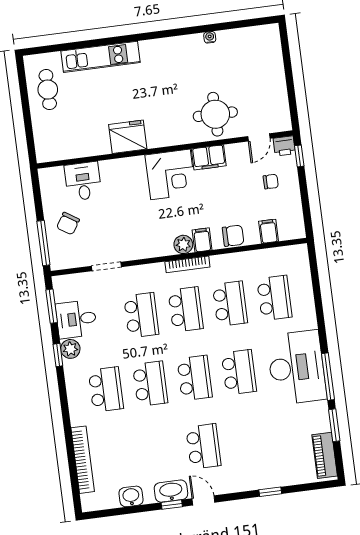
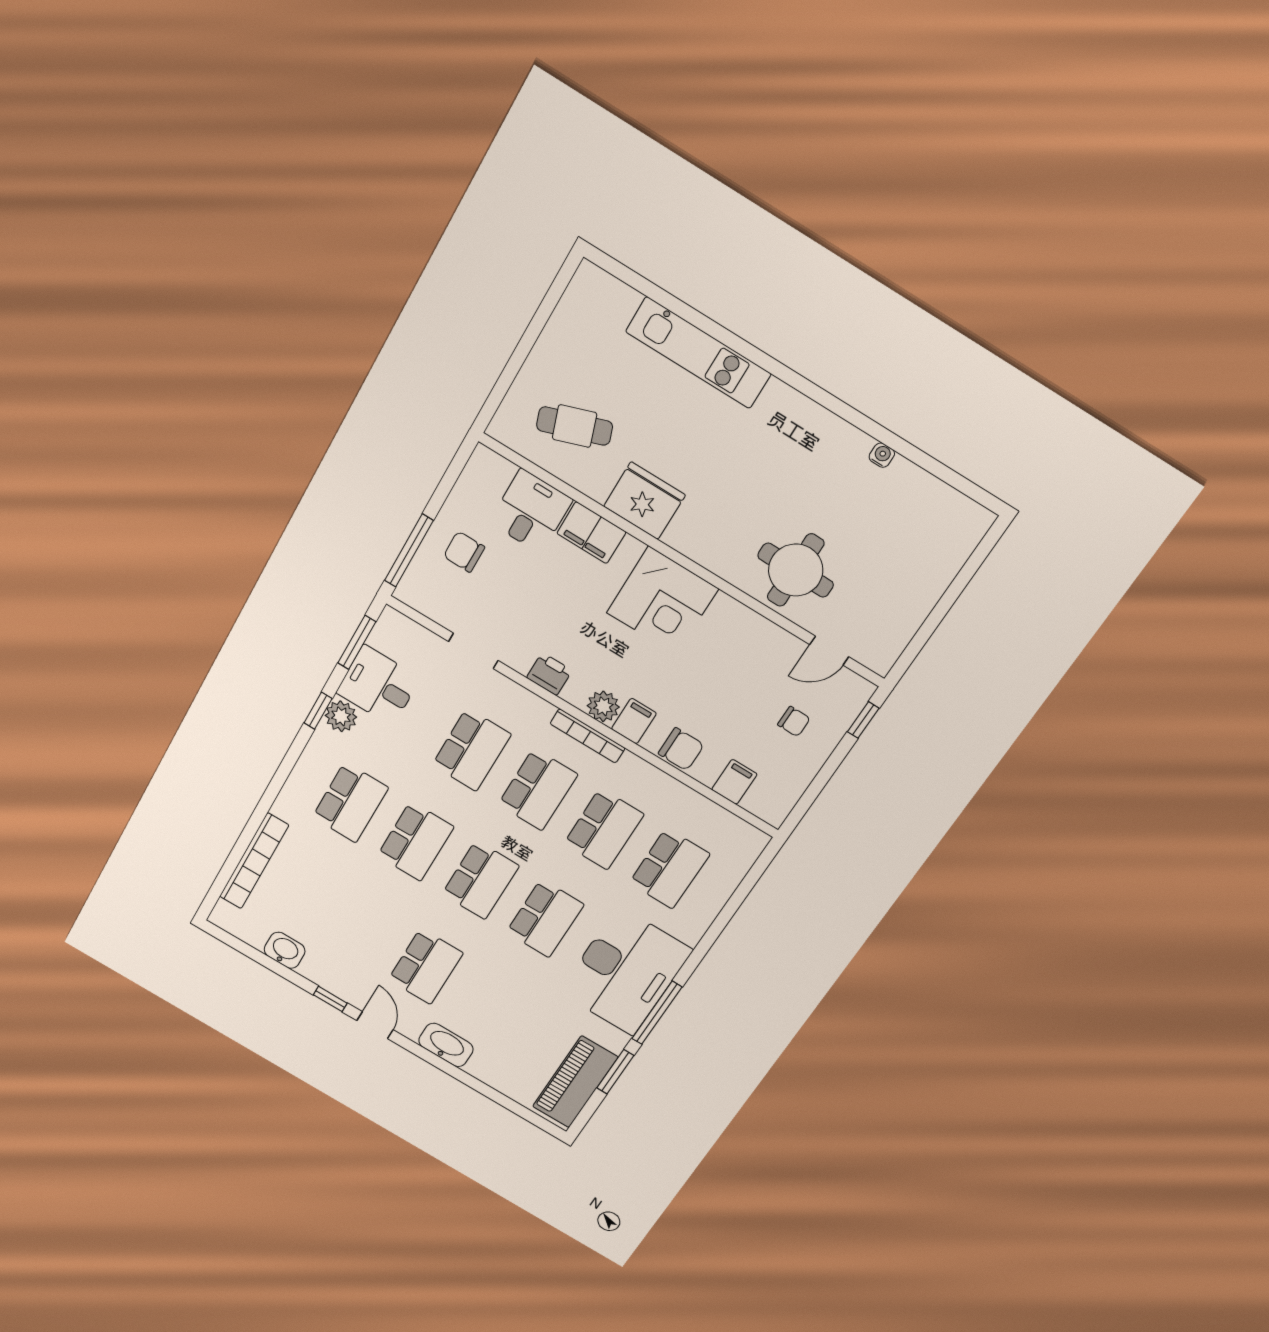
cafe table: (48, 90) -> (574, 426), moved, turned 71
printer: (284, 146) -> (549, 674), moved, turned 180
filing cabinet: (209, 157) -> (591, 533), moved
chair: (68, 224) -> (464, 552), turned 57
piano: (325, 455) -> (575, 1082), width x1.37, depth x1.33
washbasin: (171, 491) -> (446, 1045), moved
window: (270, 492) -> (469, 1080), removed

